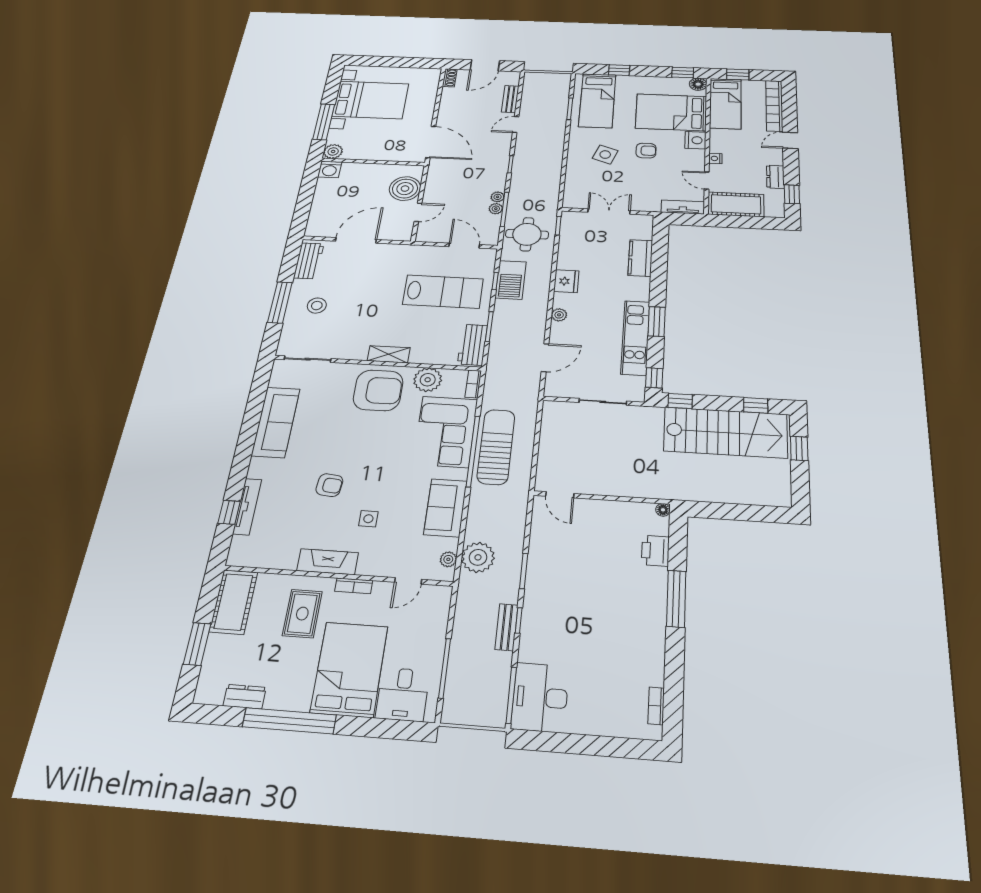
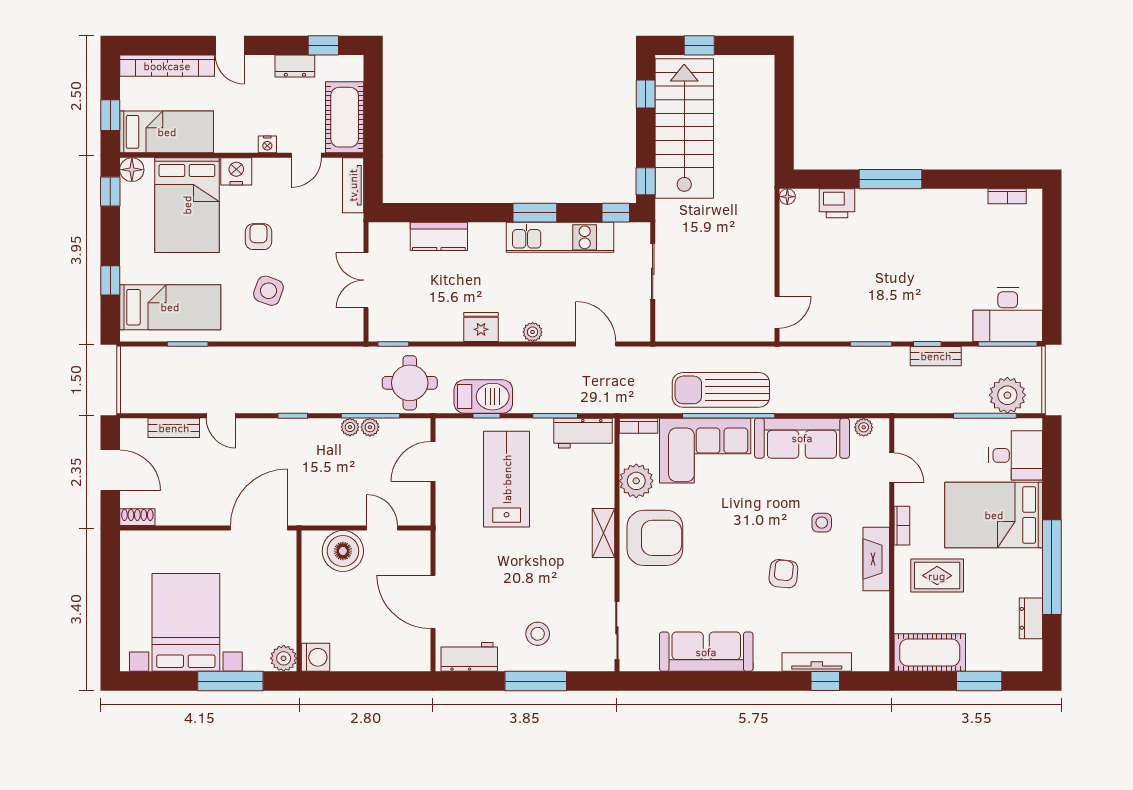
armchair: (378, 390) -> (655, 538), turned 90
sofa: (446, 508) -> (802, 438), width x1.36
plant: (478, 557) -> (1007, 395), moved

